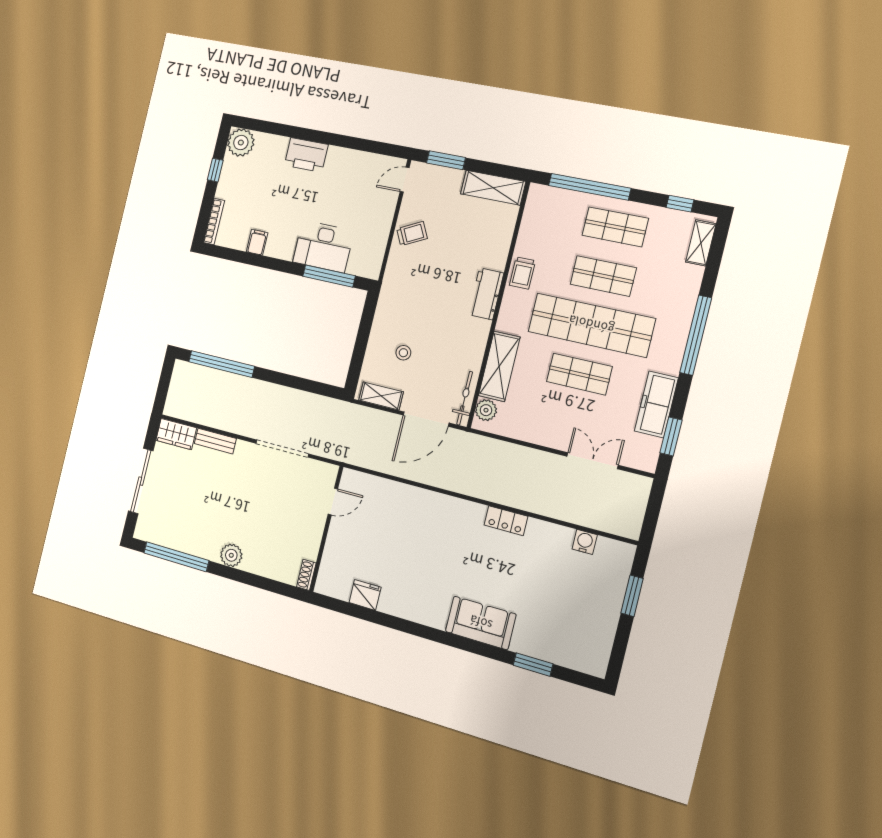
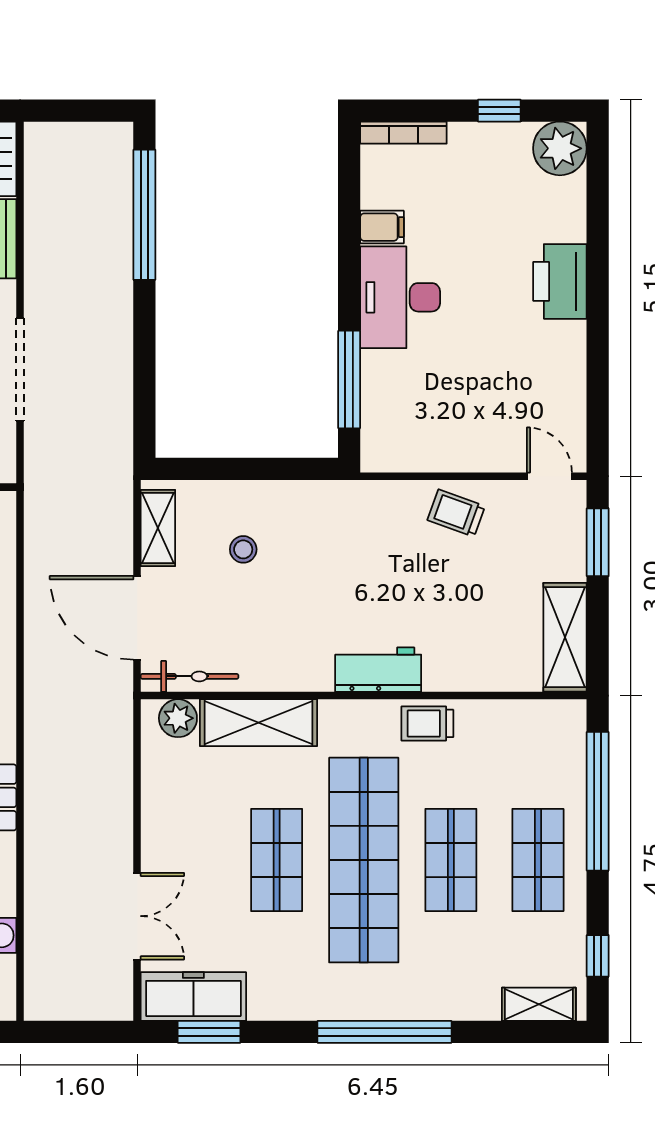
trolley: (412, 234) -> (456, 513), turned 137
desk: (323, 247) -> (400, 297), moved
freezer: (656, 404) -> (193, 996), moved

